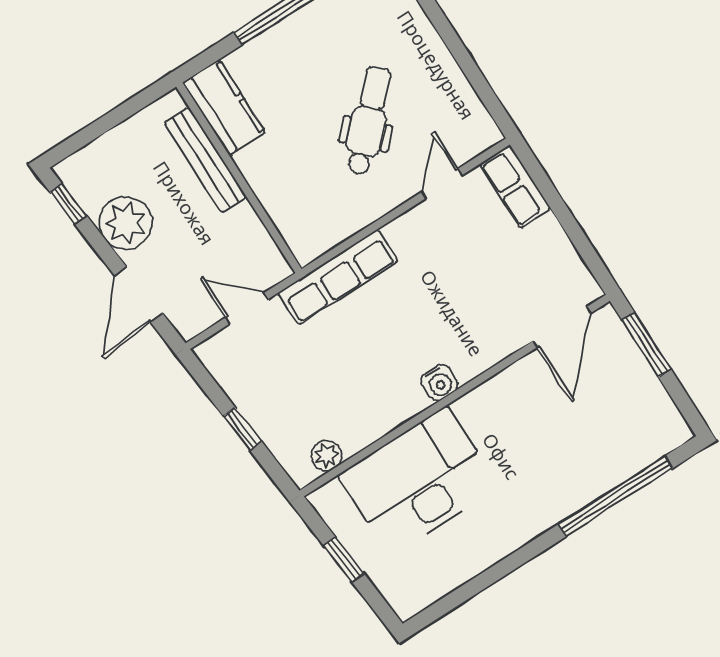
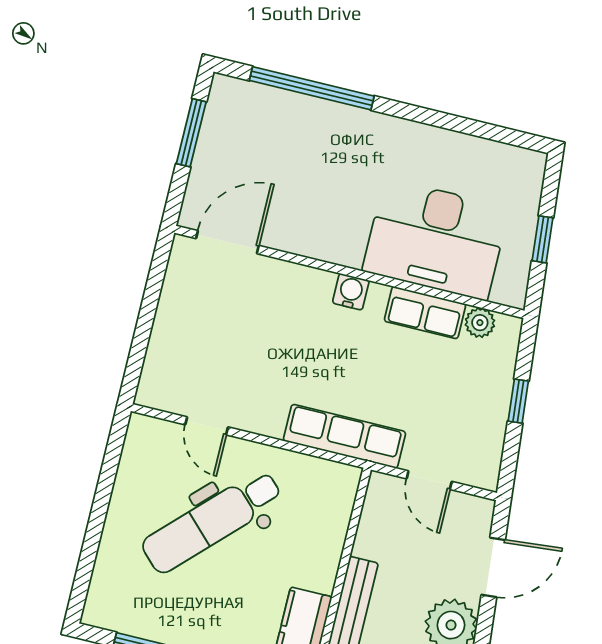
dental chair: (368, 121) -> (212, 521), width x1.36, depth x1.38
door: (442, 183) -> (207, 426), hinge flipped
row of seats: (515, 187) -> (425, 313), moved, turned 90
window: (646, 344) -> (191, 133), moved

